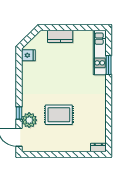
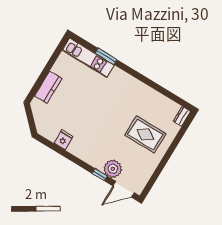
fridge: (28, 55) -> (63, 140), moved
rug: (59, 115) -> (145, 134), moved, turned 90

